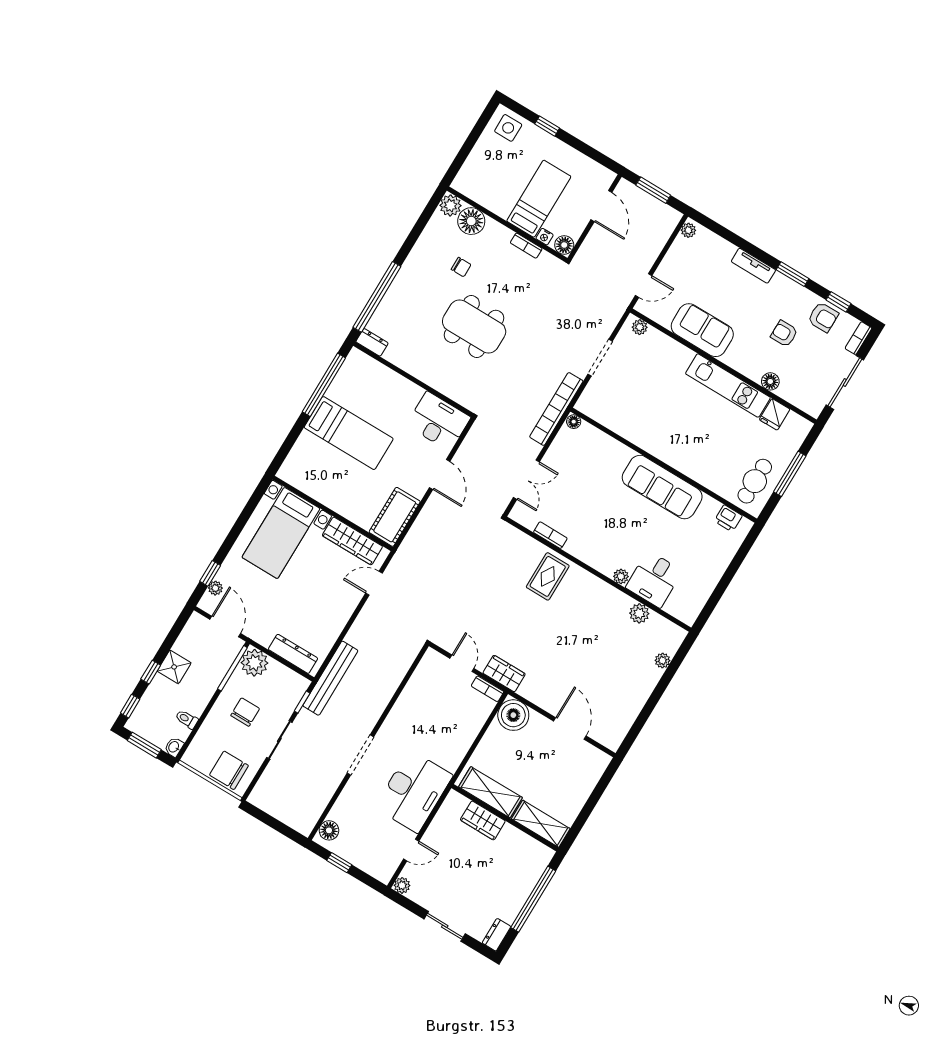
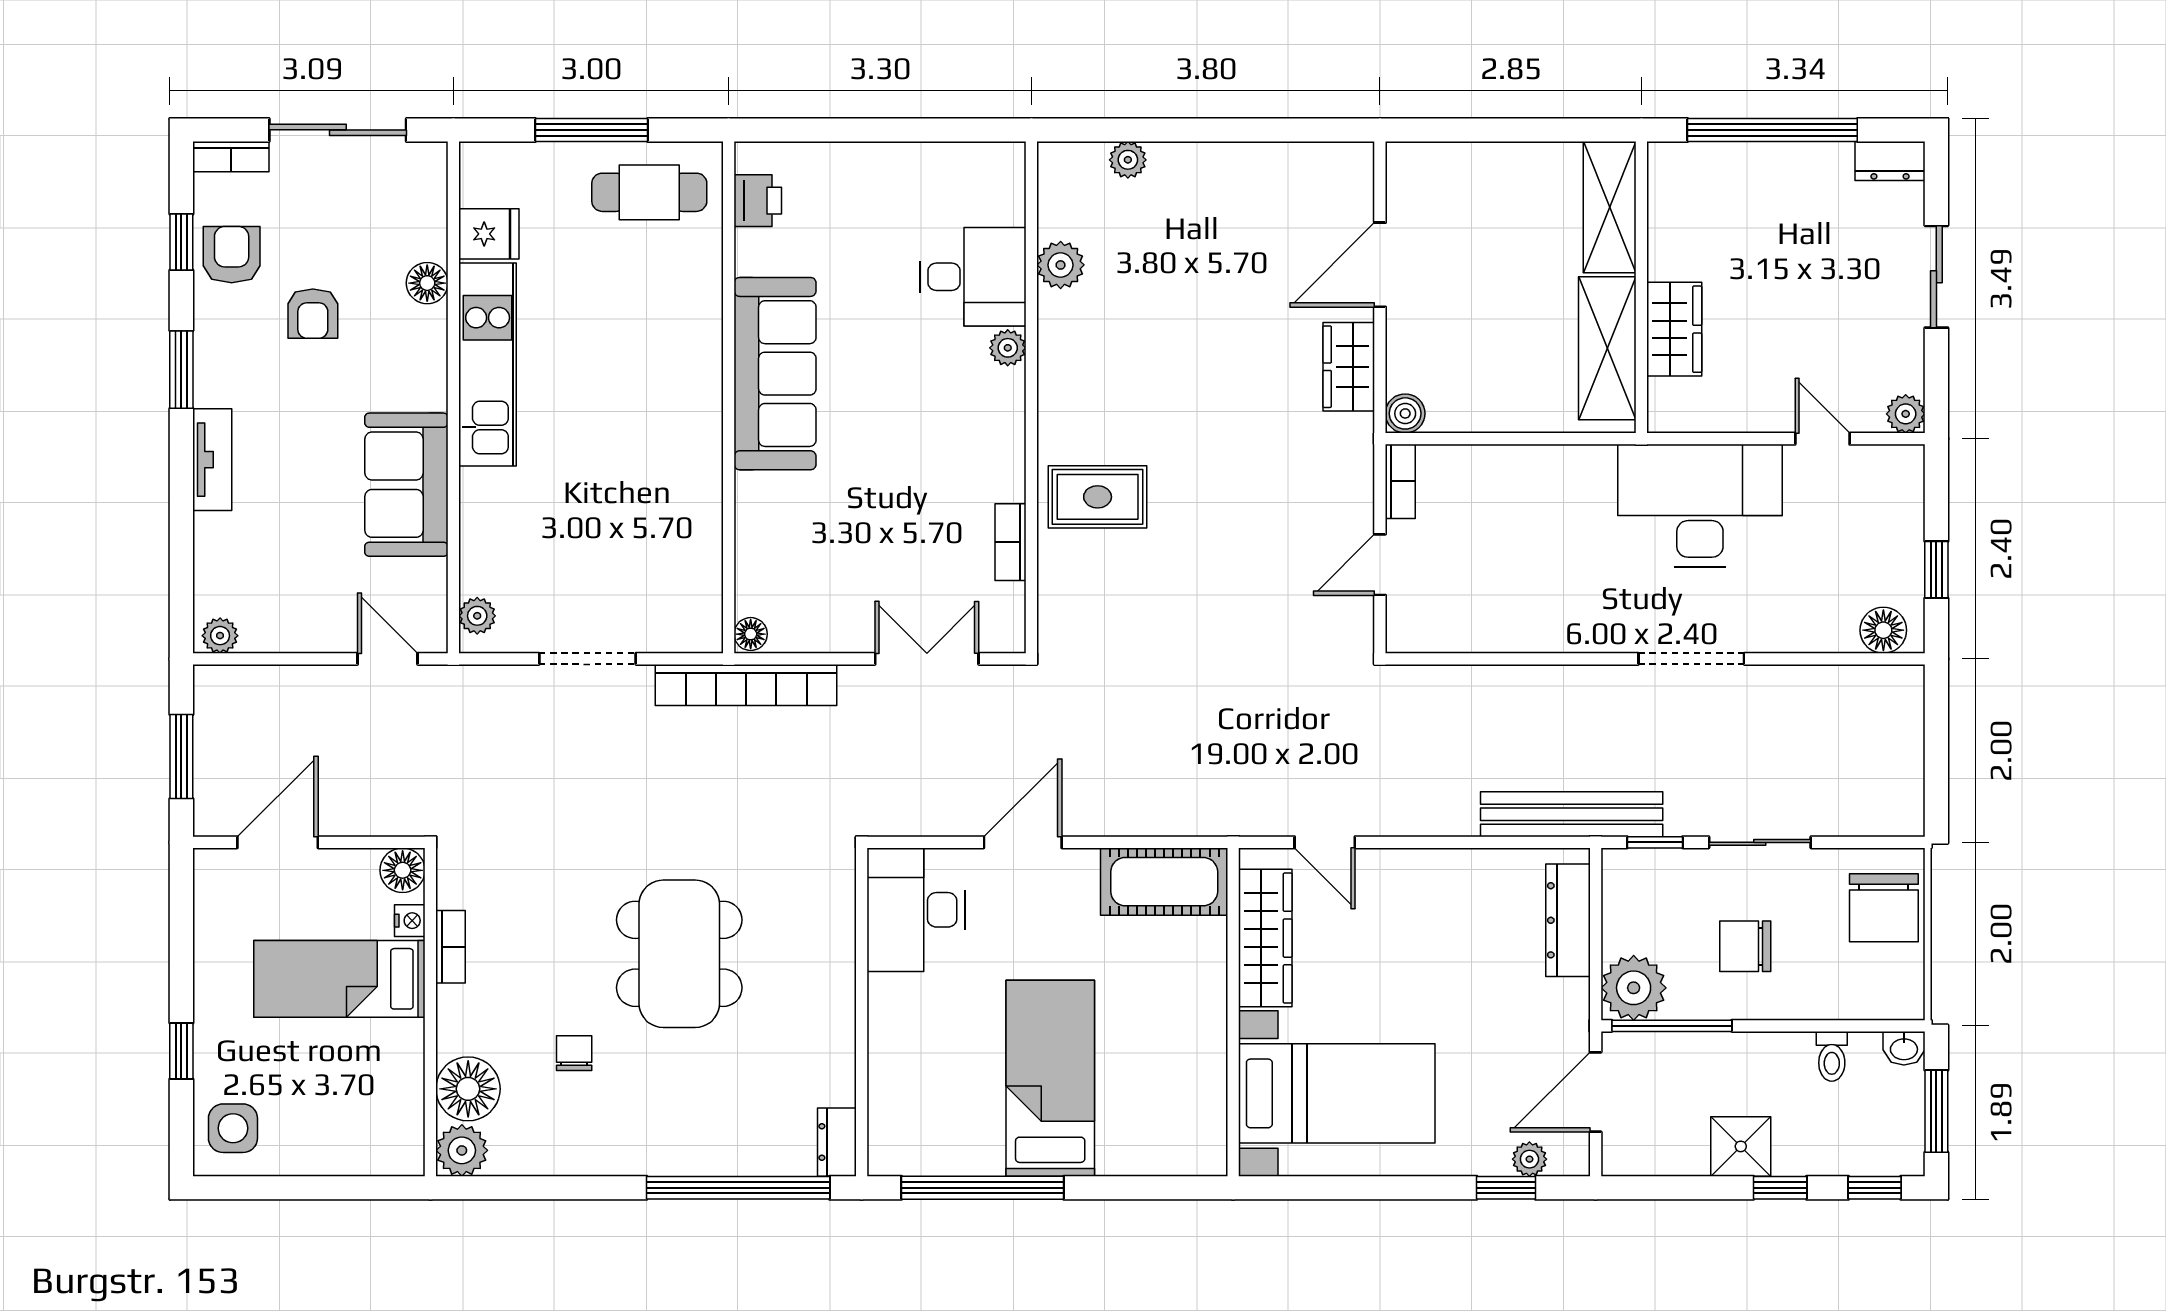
wardrobe: (504, 673) -> (1349, 367), moved
boiler: (513, 715) -> (1405, 413), width x0.54, depth x0.54

